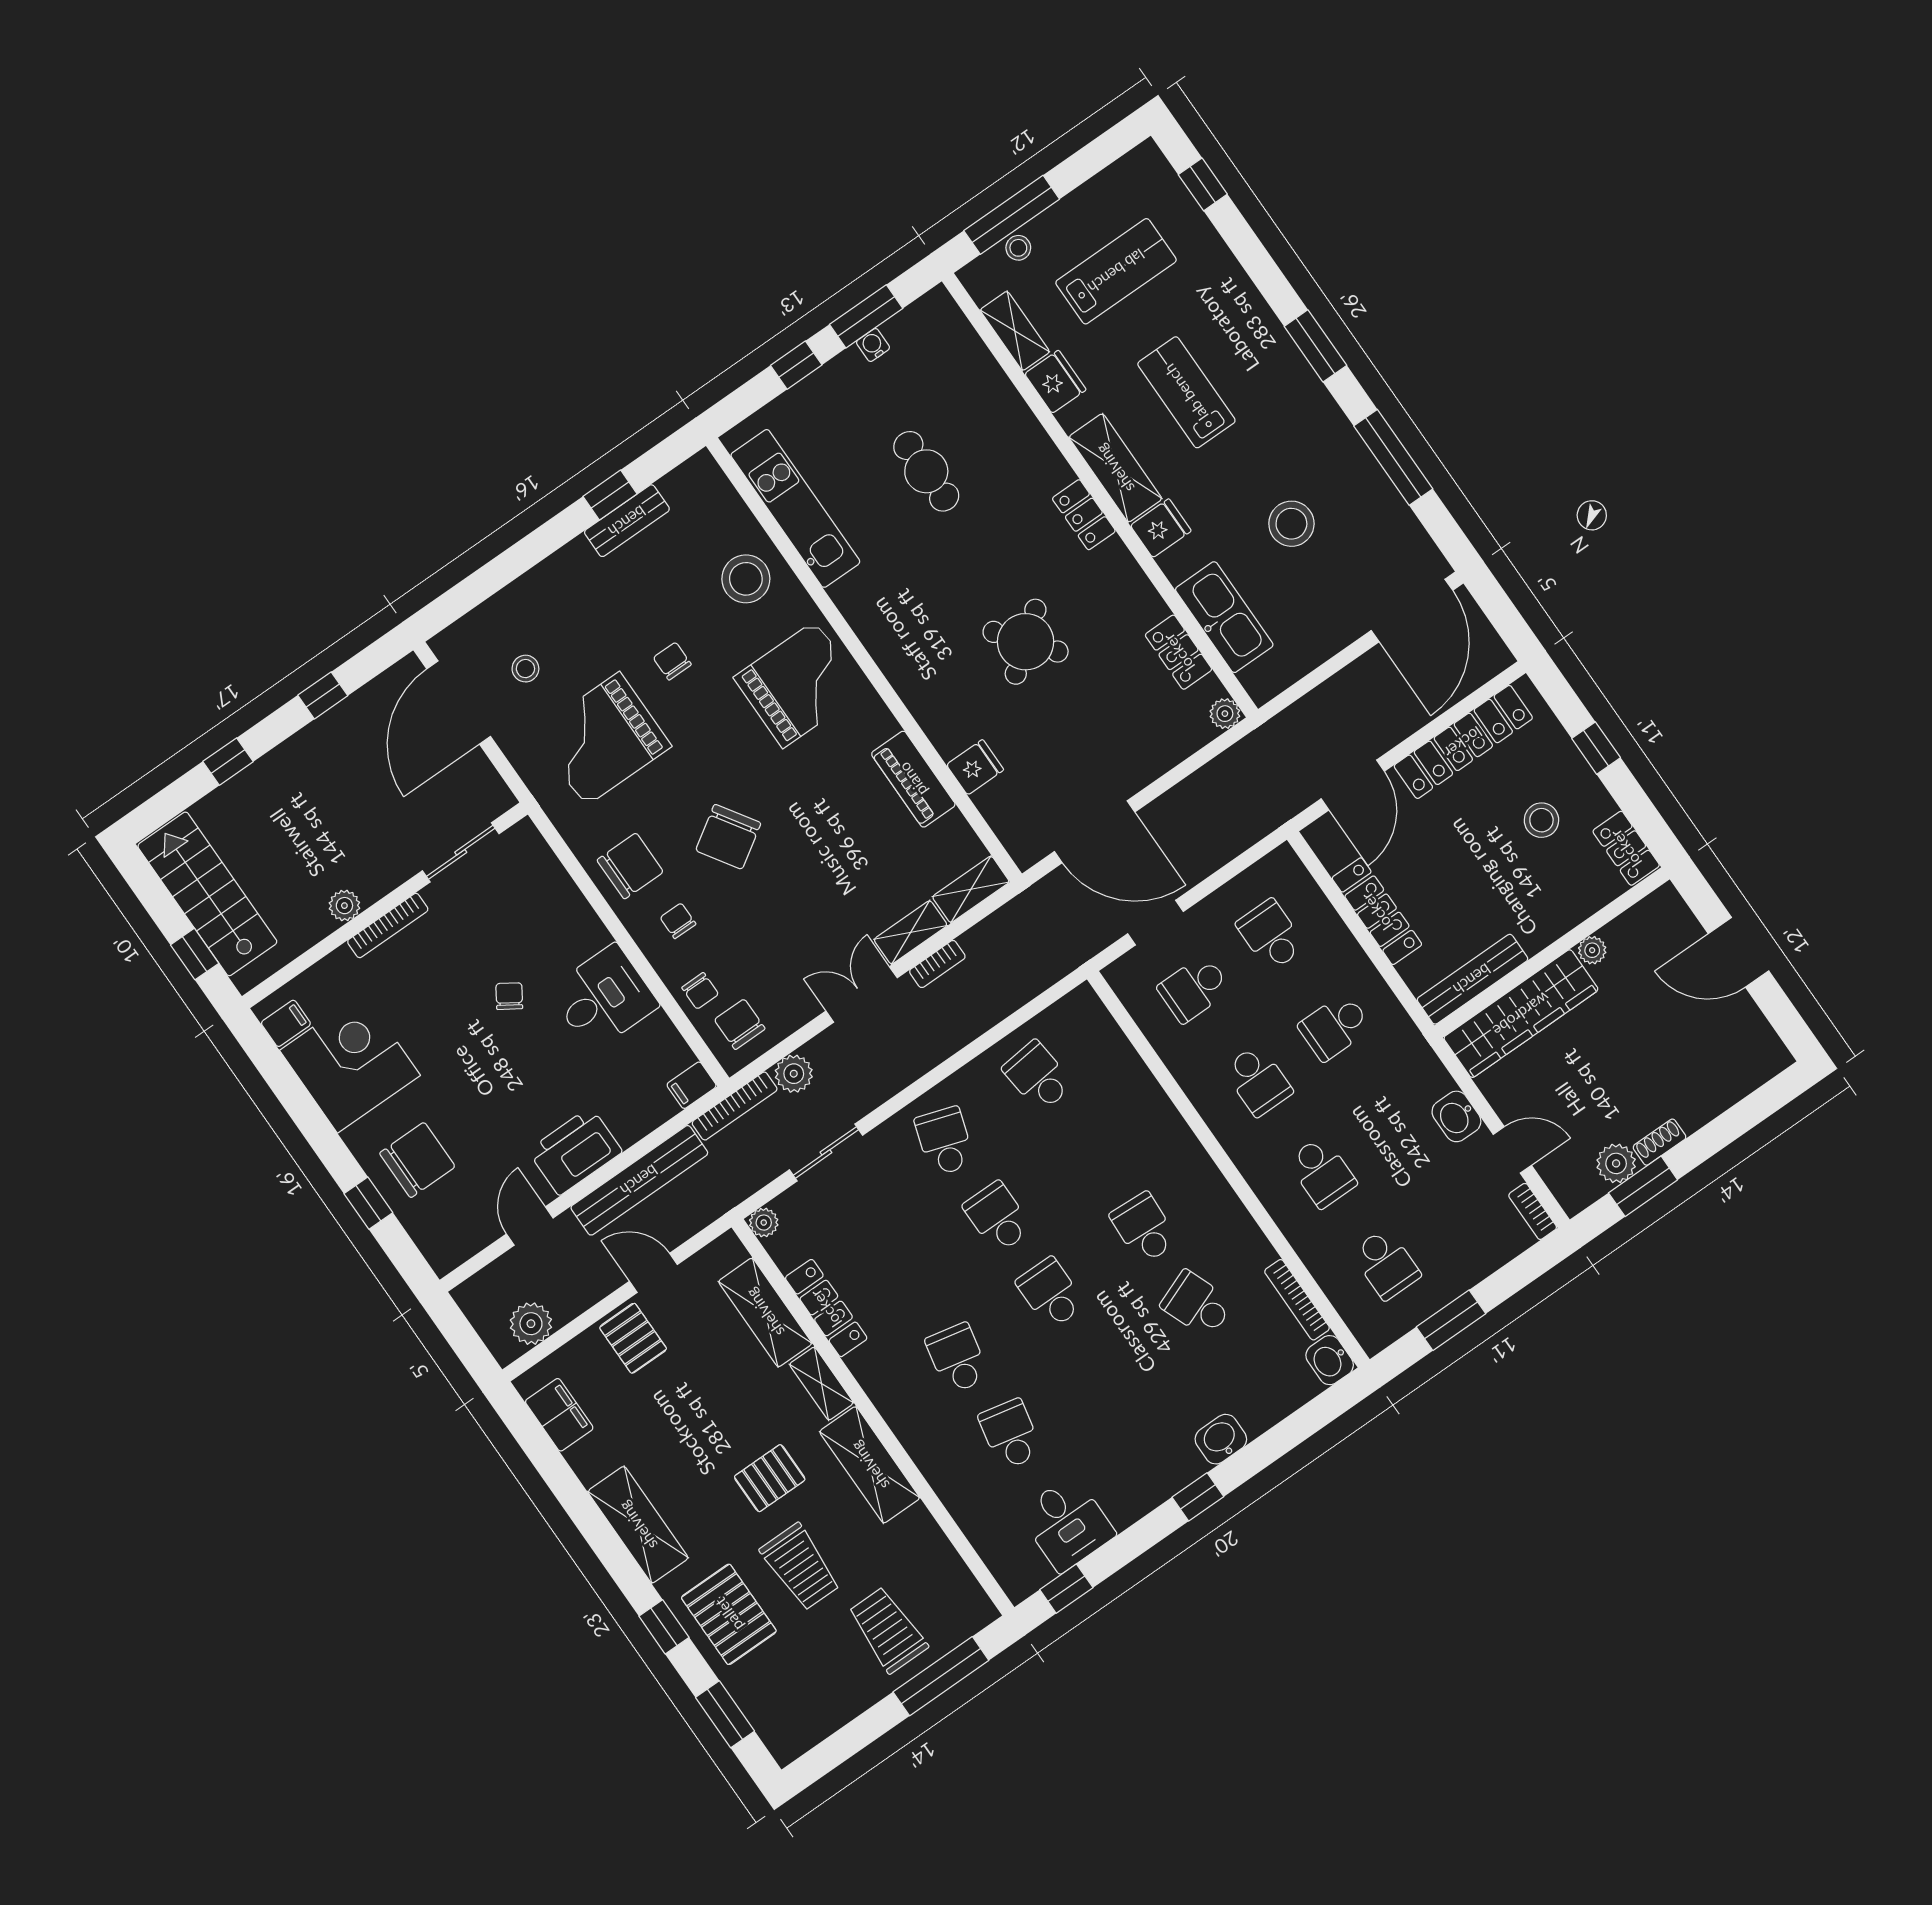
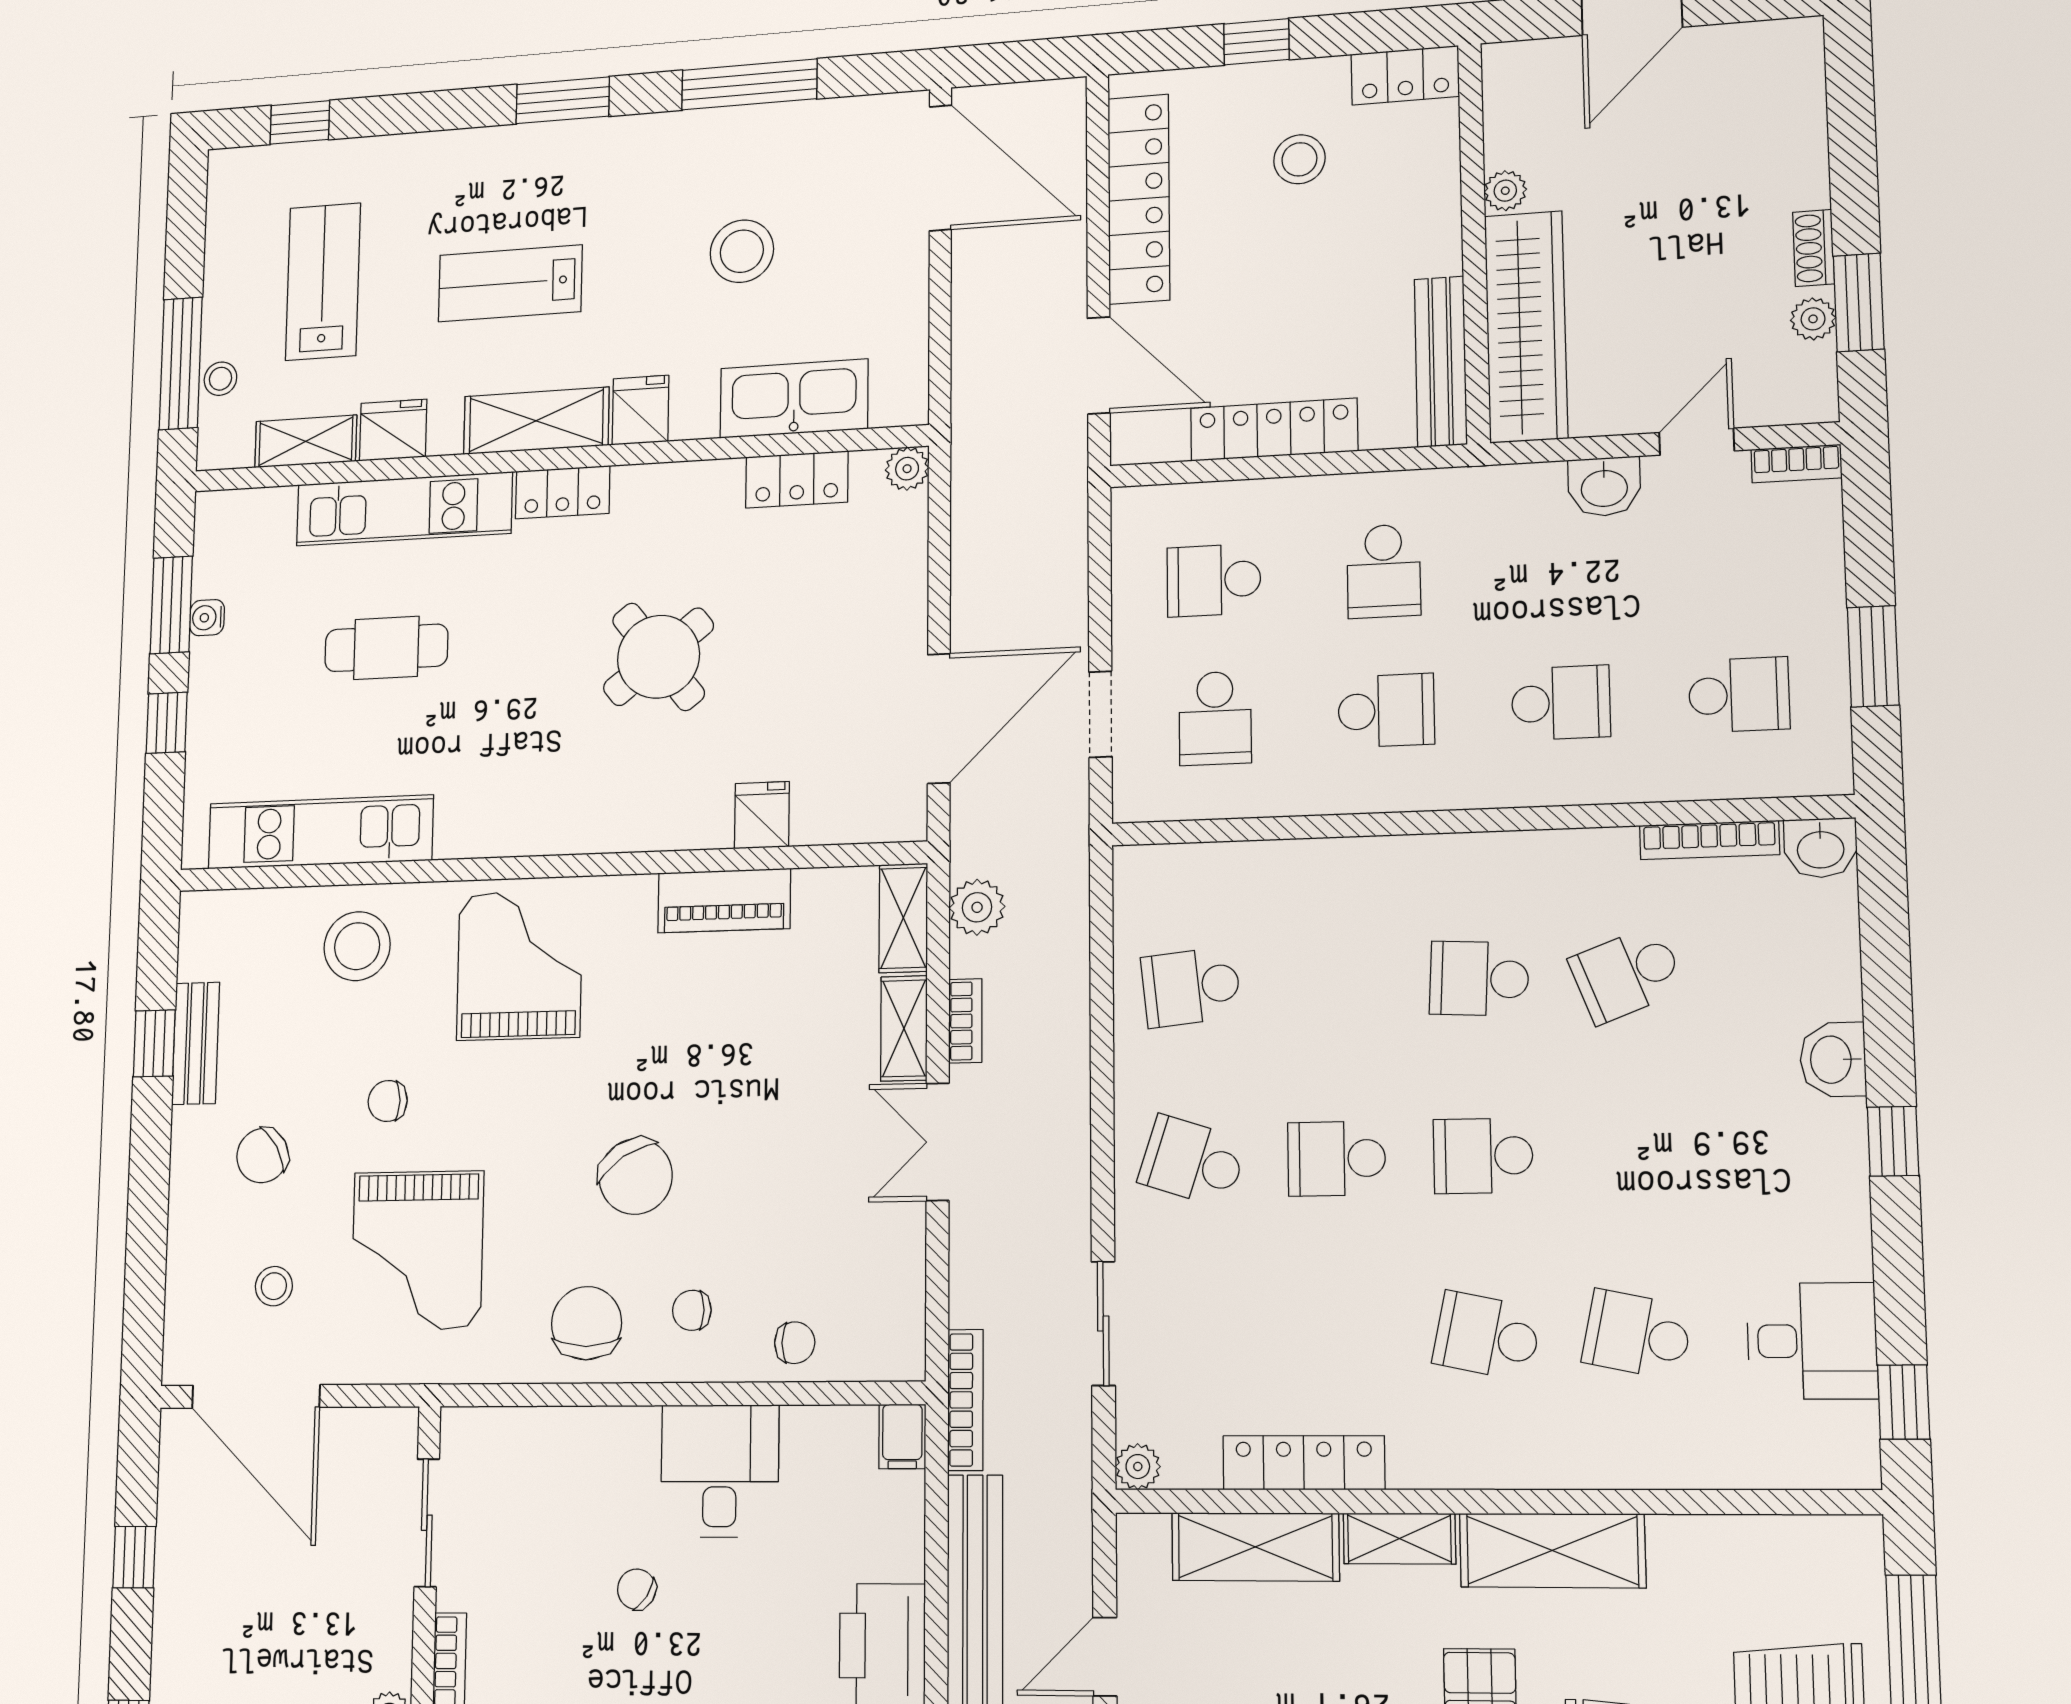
kitchen unit: (1013, 423) -> (404, 509), added
chair: (740, 1024) -> (262, 1156), moved, turned -30
plant: (794, 1074) -> (977, 907), moved
plant: (1616, 1163) -> (1813, 319), width x0.73, depth x0.73

